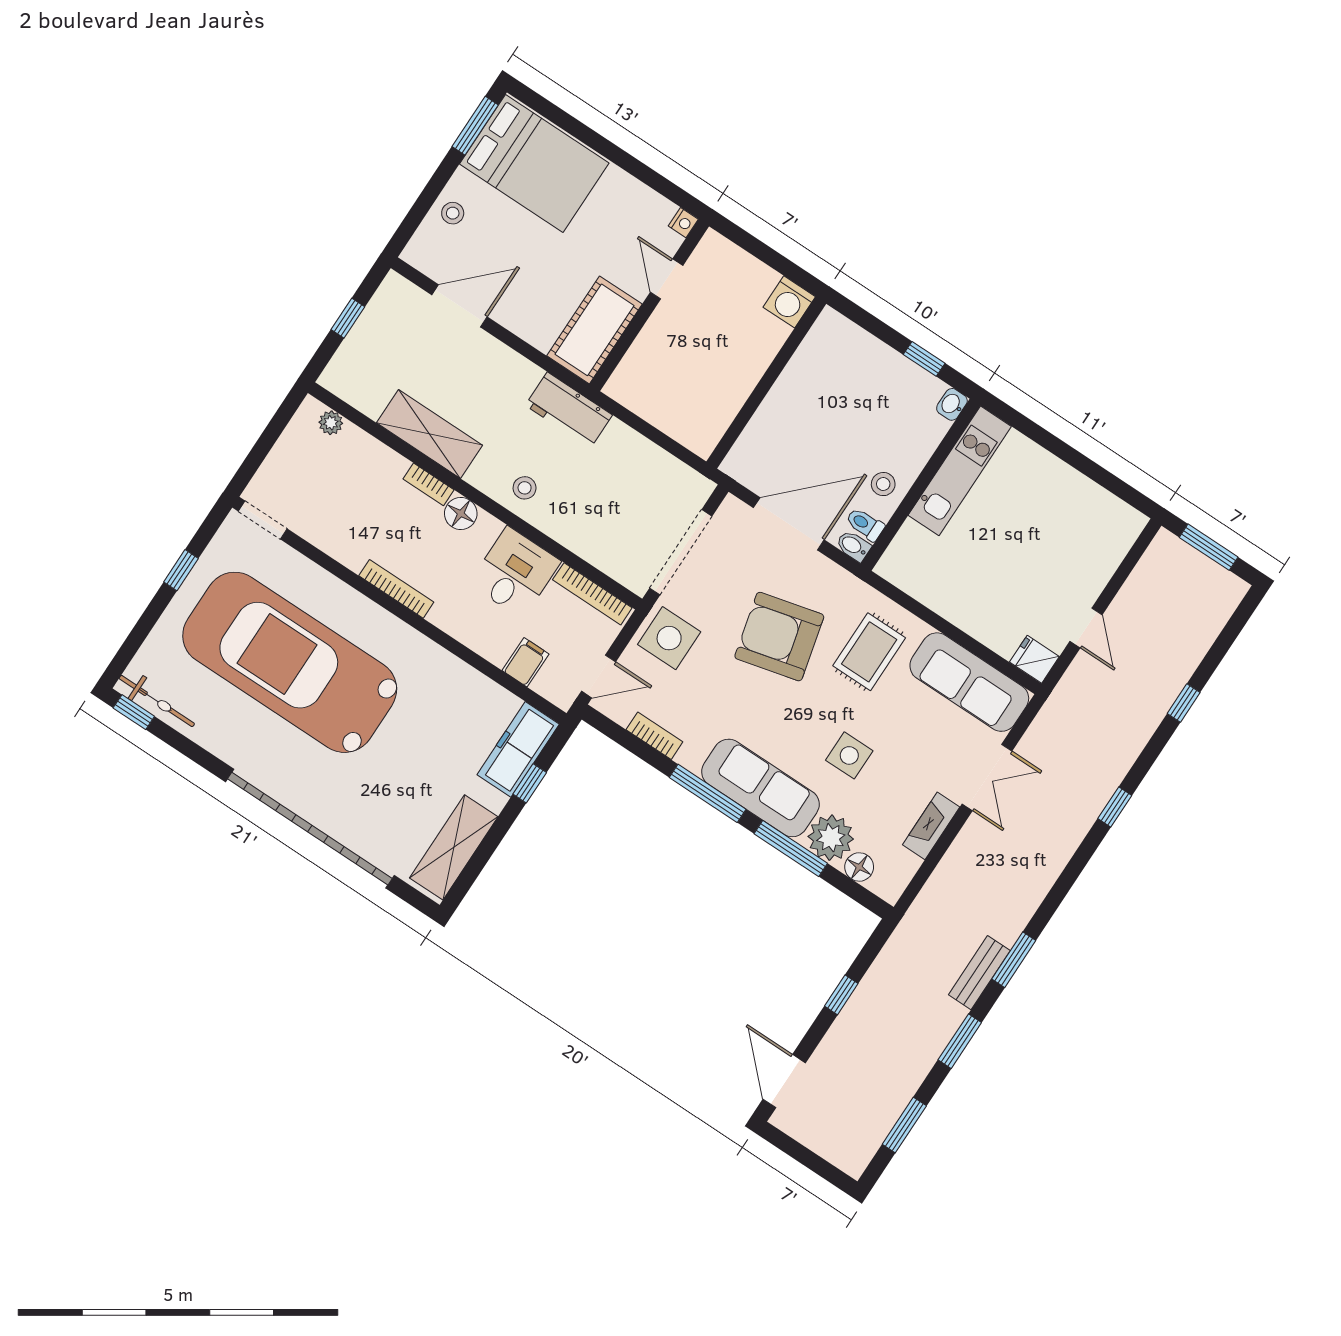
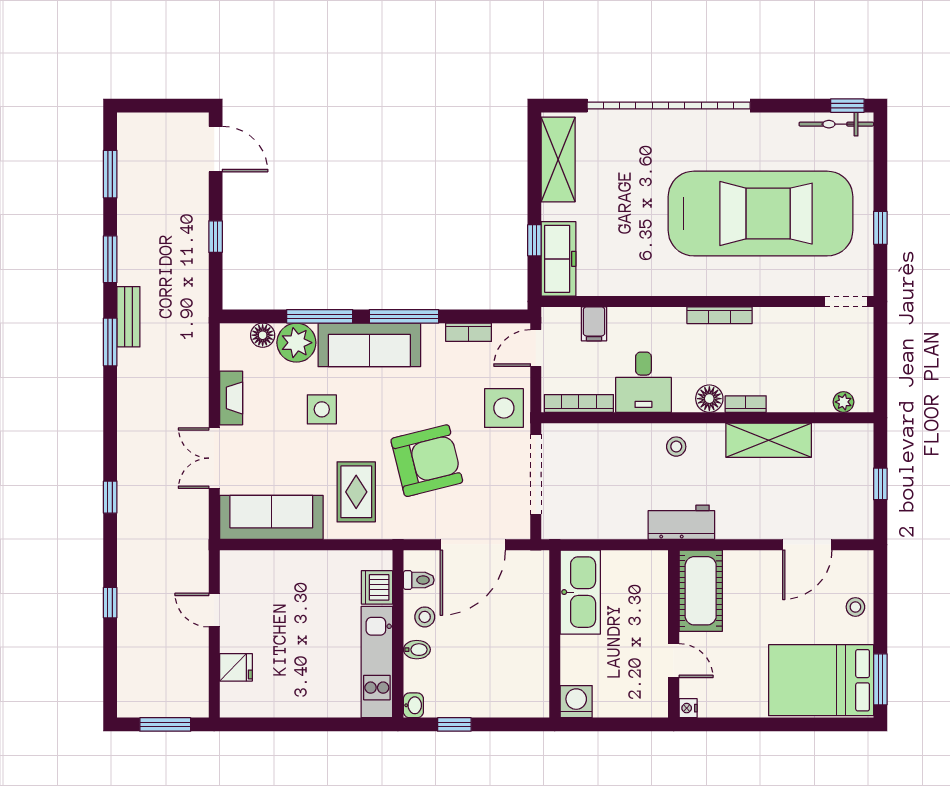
kitchen sink: (714, 407) -> (580, 592), added
dishwasher: (911, 544) -> (377, 587), added
bidet: (853, 546) -> (417, 650), moved
fridge: (1034, 659) -> (236, 667), moved

